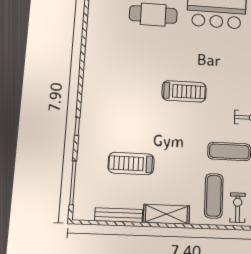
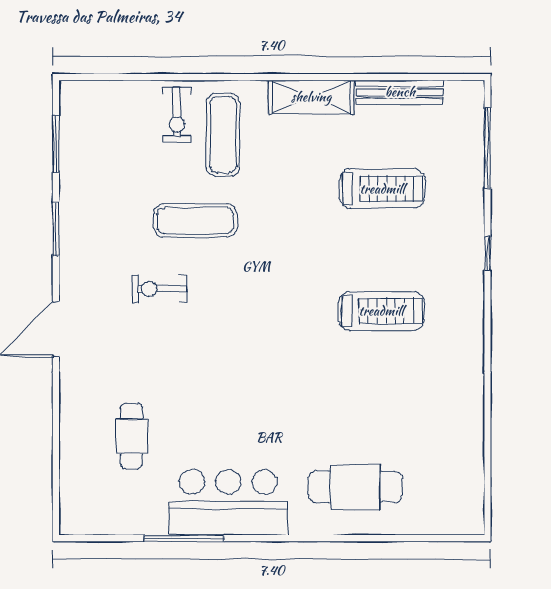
treadmill: (184, 91) -> (381, 311), moved, turned 180

